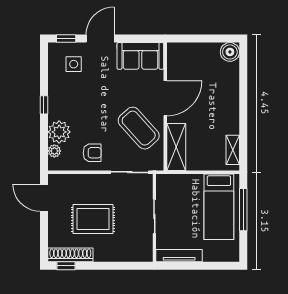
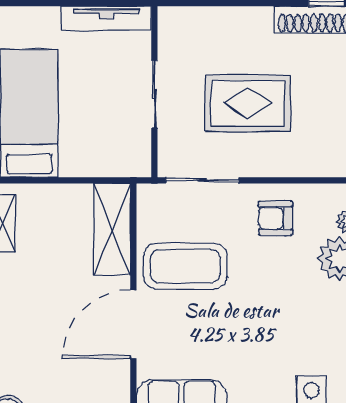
coffee table: (139, 128) -> (185, 266), turned -48
rug: (93, 219) -> (248, 103), moved

